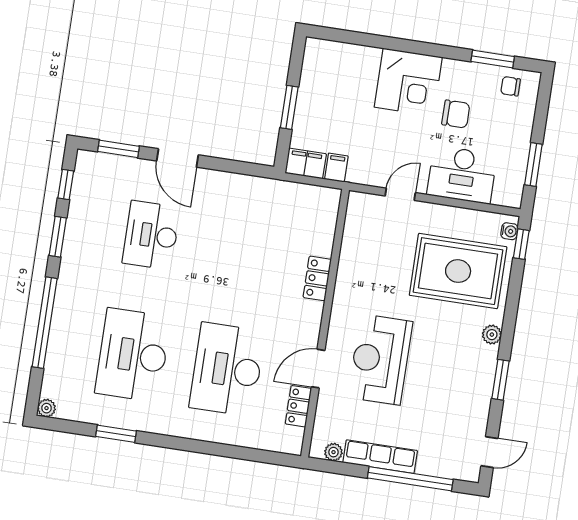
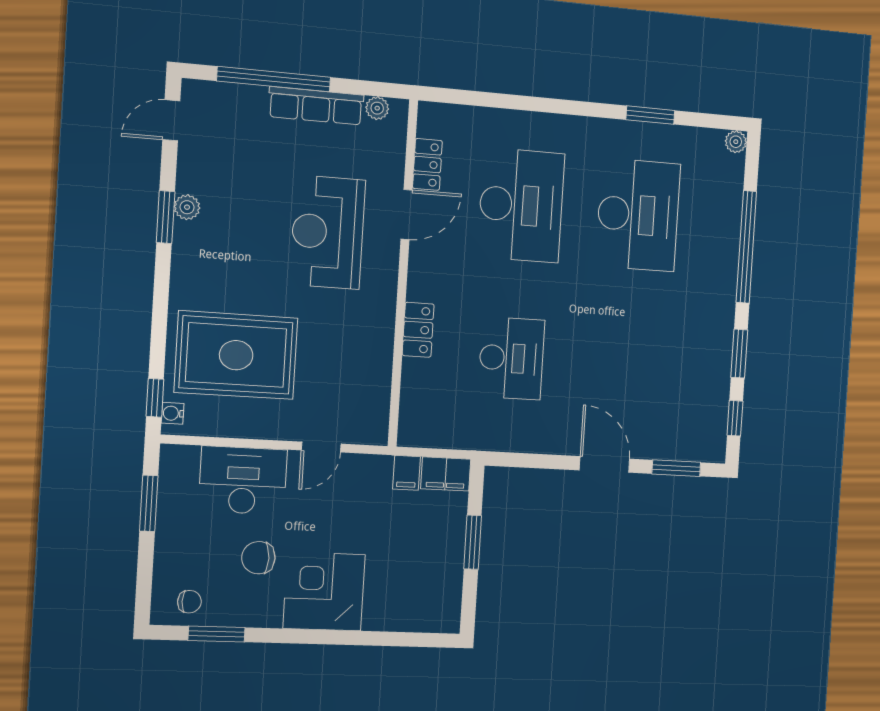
desk: (151, 235) -> (511, 358), moved
plant: (492, 335) -> (187, 207), moved
reception desk: (380, 359) -> (328, 232), turned 180

